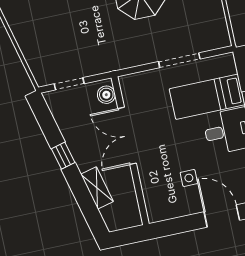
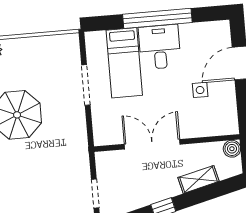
boiler: (106, 95) -> (232, 149), moved
double door: (127, 136) -> (152, 144), swing flipped

